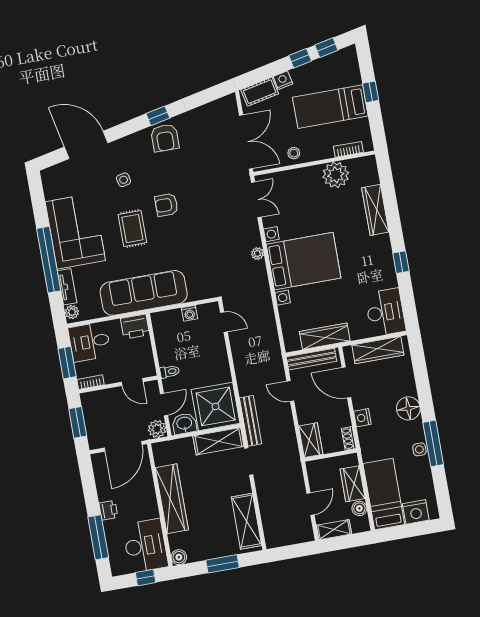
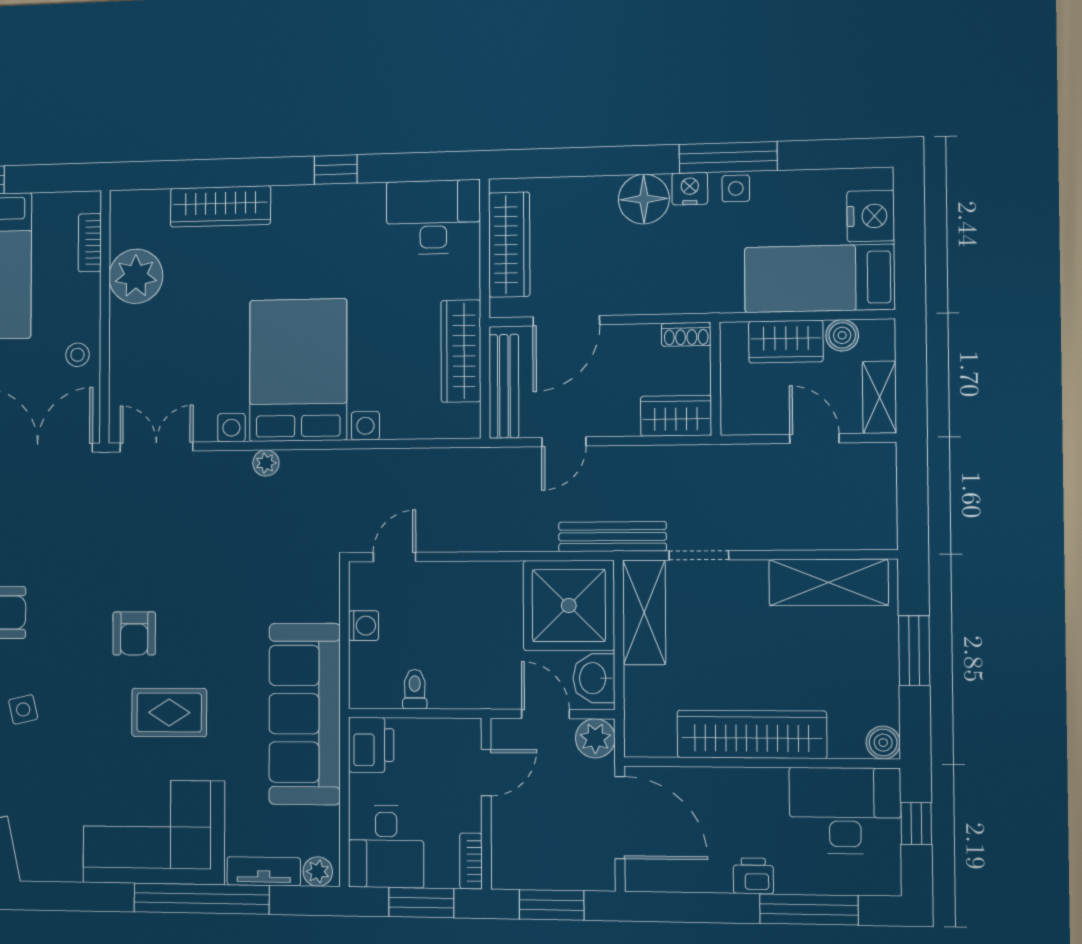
side table: (124, 180) -> (23, 709), moved
toilet: (170, 372) -> (415, 689), moved
nightstand: (362, 418) -> (690, 189), moved, turned 180

